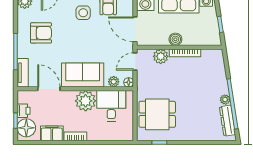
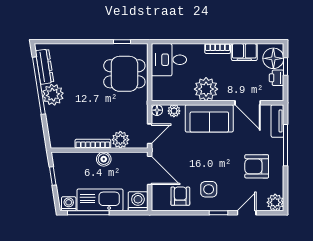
plant: (225, 100) -> (53, 95), width x1.88, depth x1.88
desk: (111, 106) -> (169, 60), moved, turned 90

